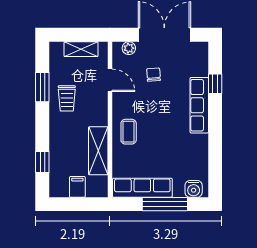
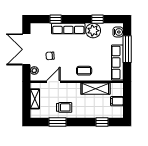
plant: (196, 147) -> (93, 31), added
window: (215, 154) -> (98, 19), added

